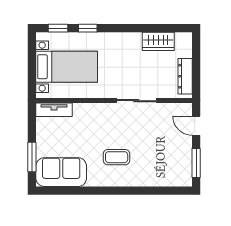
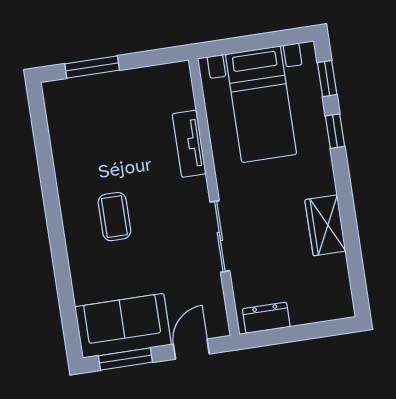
wardrobe: (158, 41) -> (325, 225), moved
dresser: (185, 76) -> (266, 318), width x0.70
tv unit: (54, 110) -> (189, 144), moved
sofa: (61, 172) -> (123, 326), moved, turned -90

